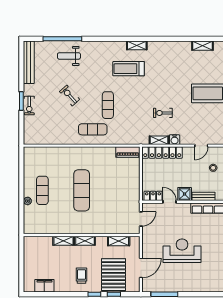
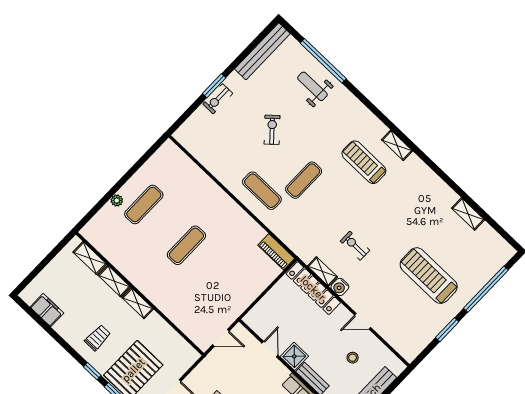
exercise mat: (82, 190) -> (186, 245), width x0.73, depth x0.69
locker: (153, 196) -> (258, 326), removed
shelving: (119, 241) -> (90, 258), moved

